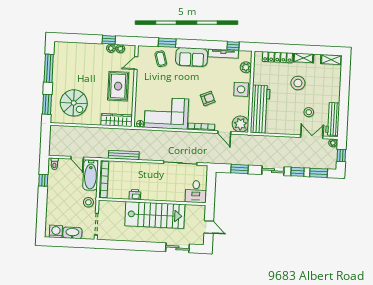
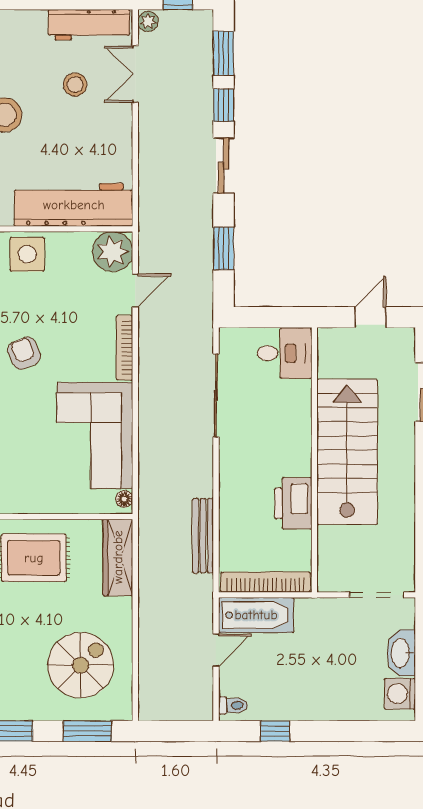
armchair: (208, 98) -> (24, 353), moved
printer: (135, 195) -> (293, 503), width x1.87, depth x1.48
stool: (88, 202) -> (324, 617), removed

